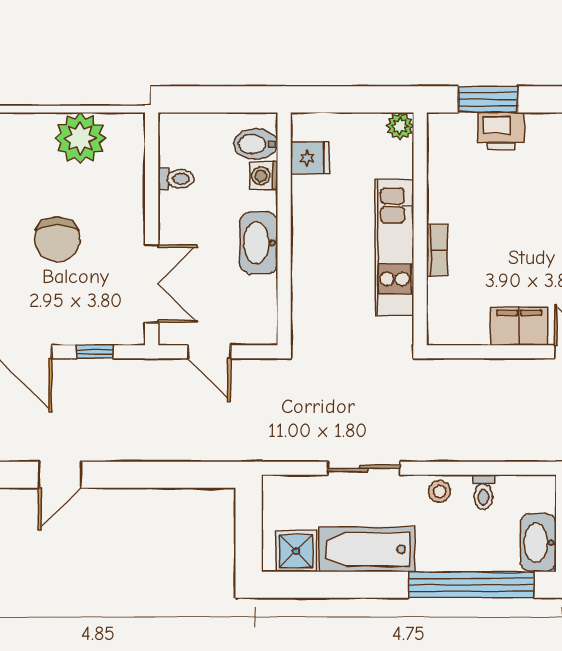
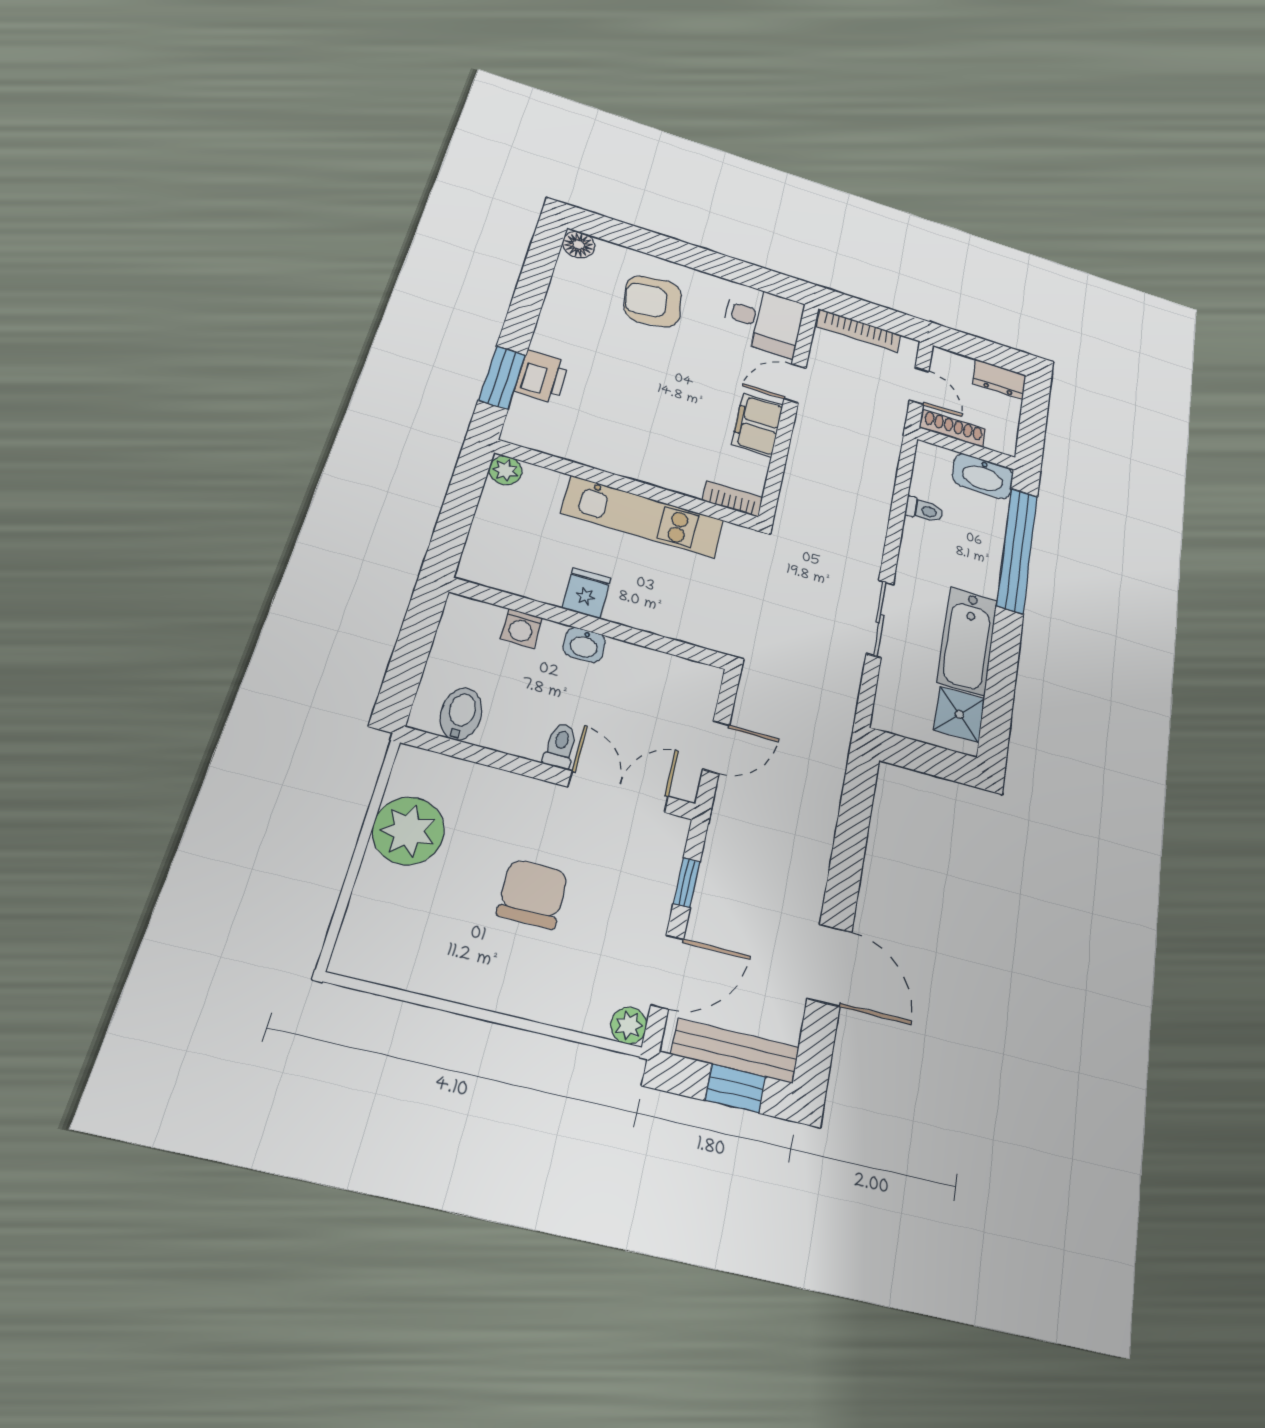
bidet: (256, 144) -> (461, 714), moved, turned 180
fridge: (310, 158) -> (586, 593), moved
toilet: (176, 179) -> (561, 746), moved
chair: (57, 239) -> (533, 894), turned -90
washbasin: (259, 243) -> (584, 645), width x0.52, depth x0.69
bookcase: (437, 250) -> (733, 499), moved
door: (60, 475) -> (830, 965), width x1.38
stool: (439, 491) -> (917, 551), removed

